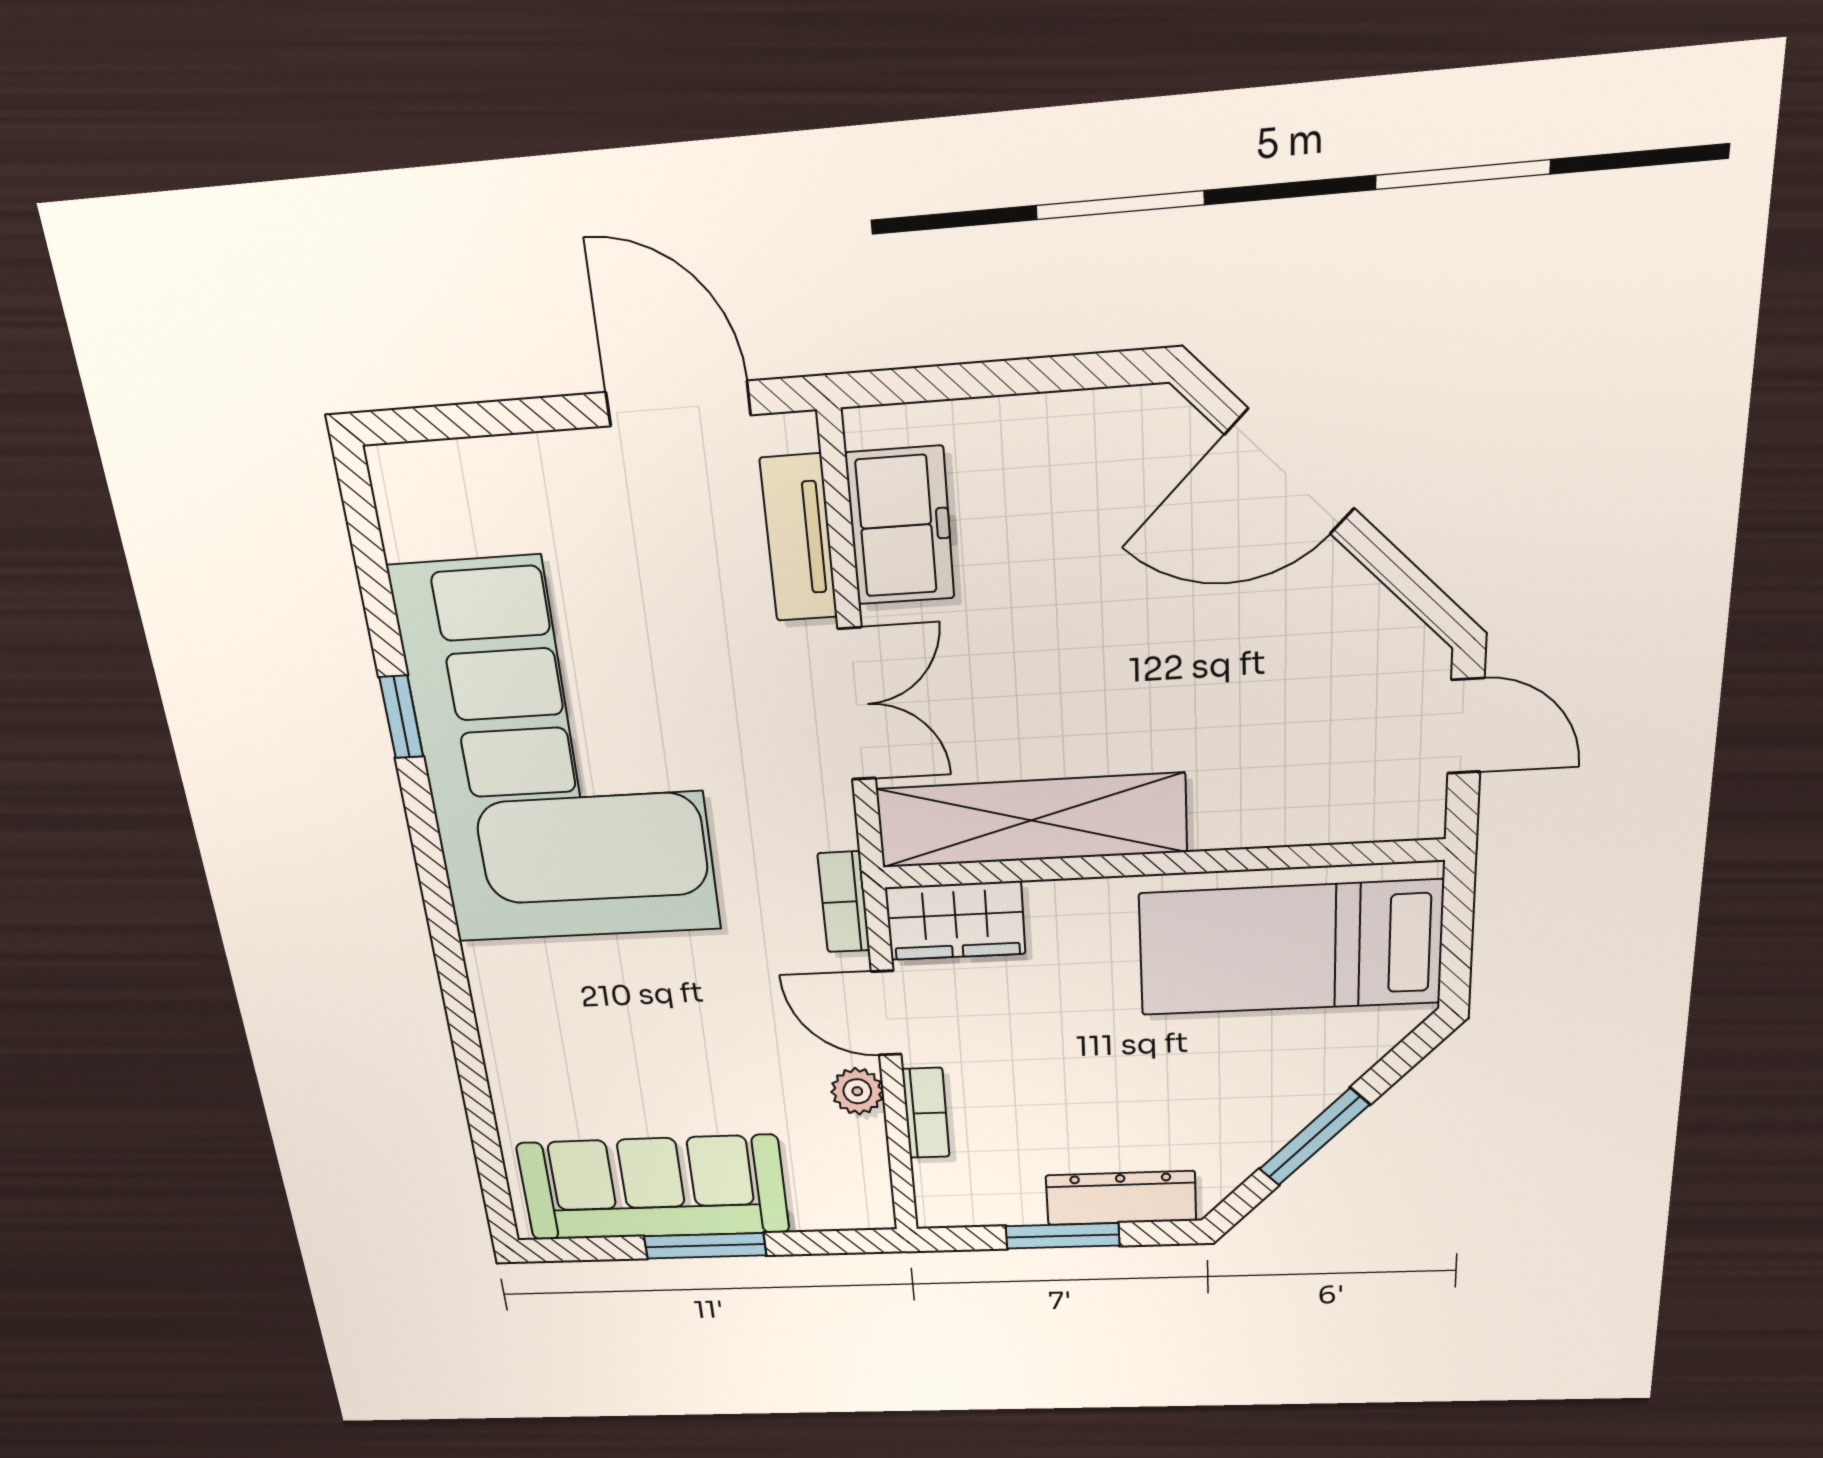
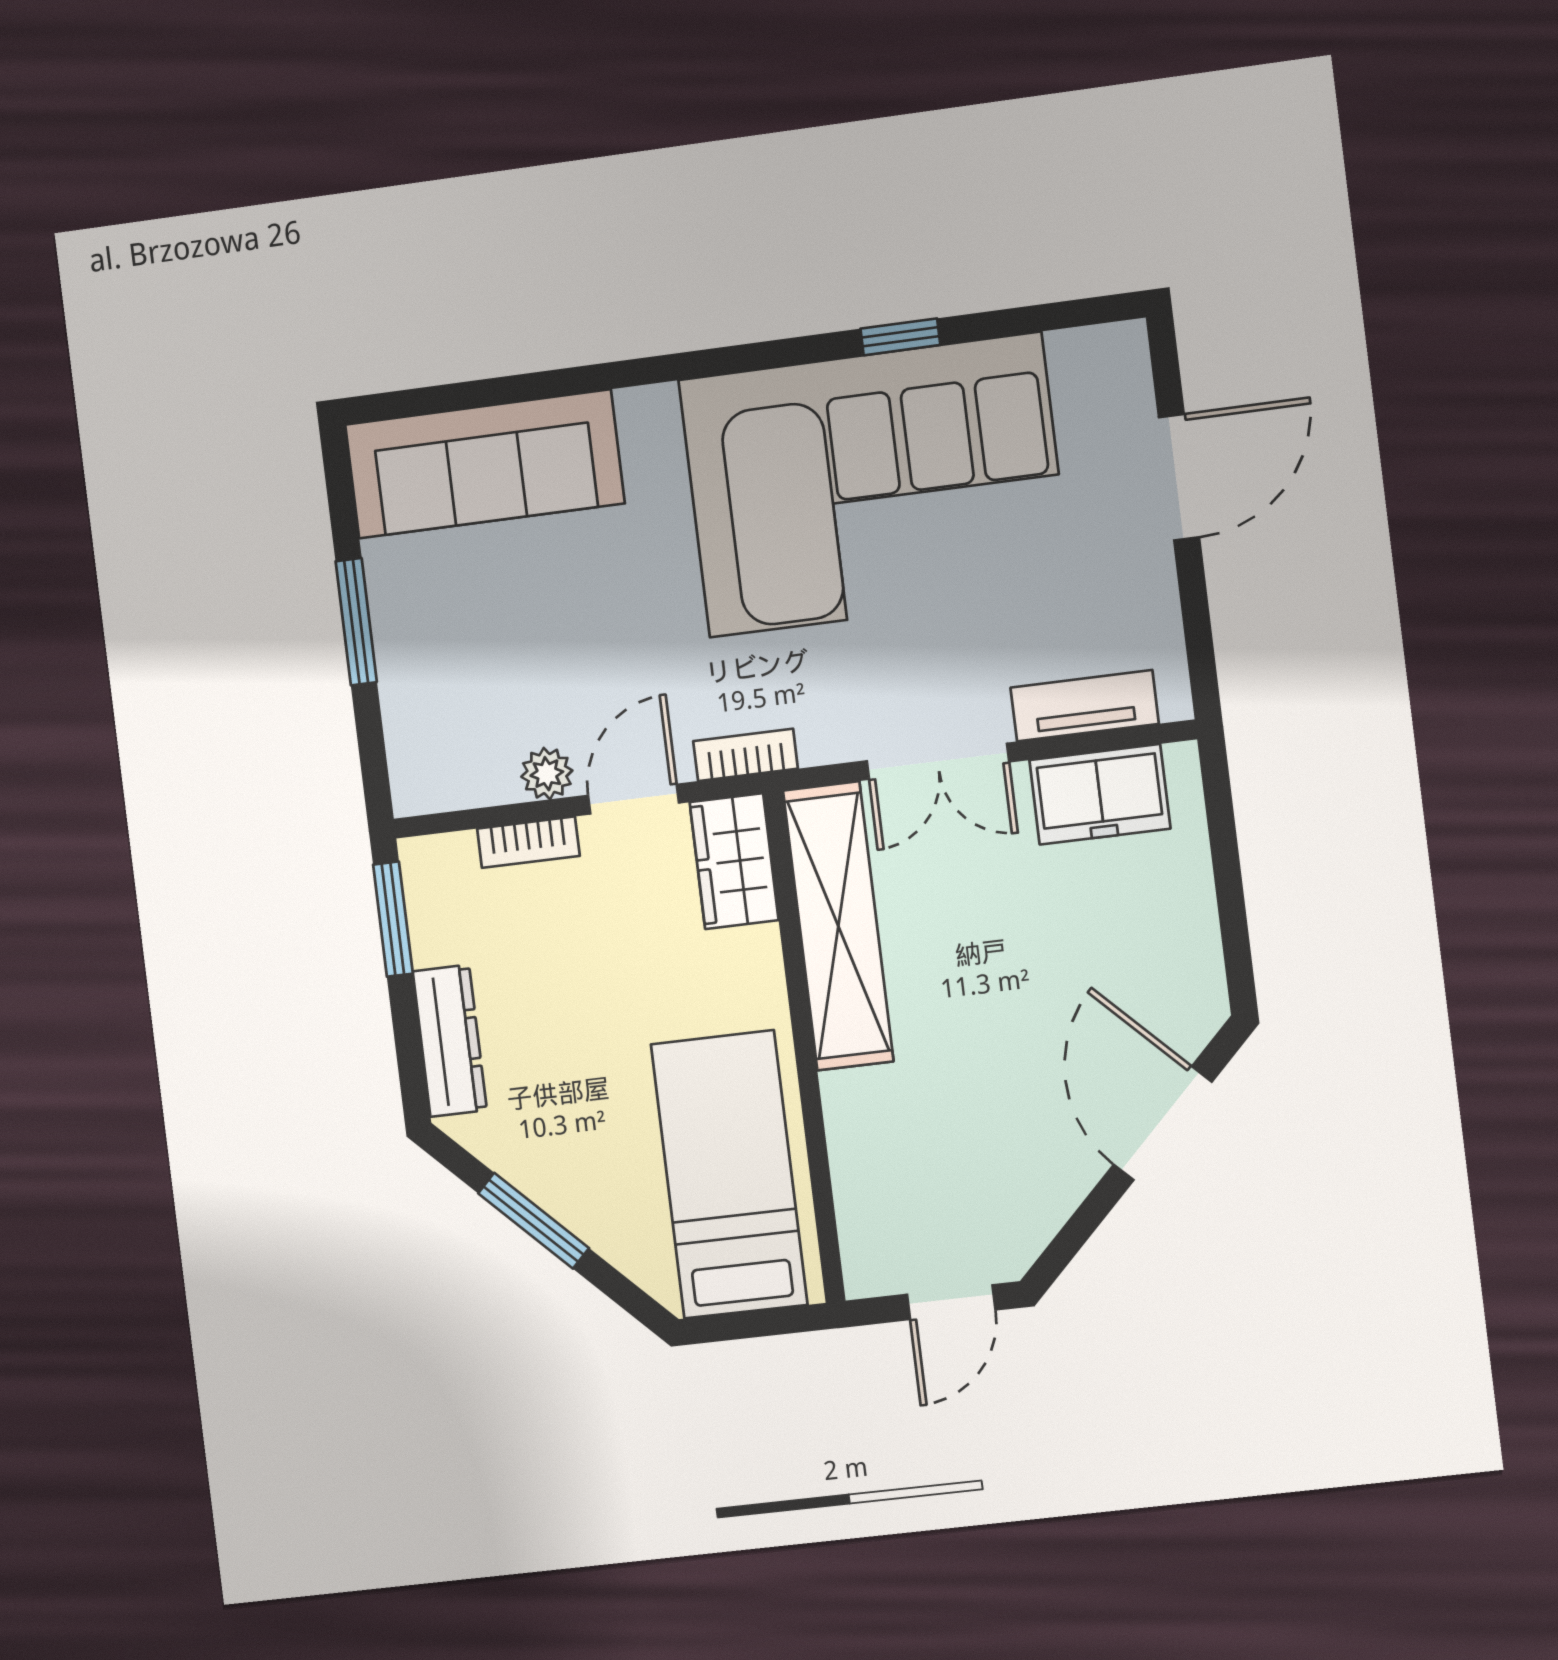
door: (678, 404) -> (1179, 477), moved
sofa: (653, 1188) -> (485, 464), moved, turned 90
window: (1063, 1236) -> (393, 919), moved

